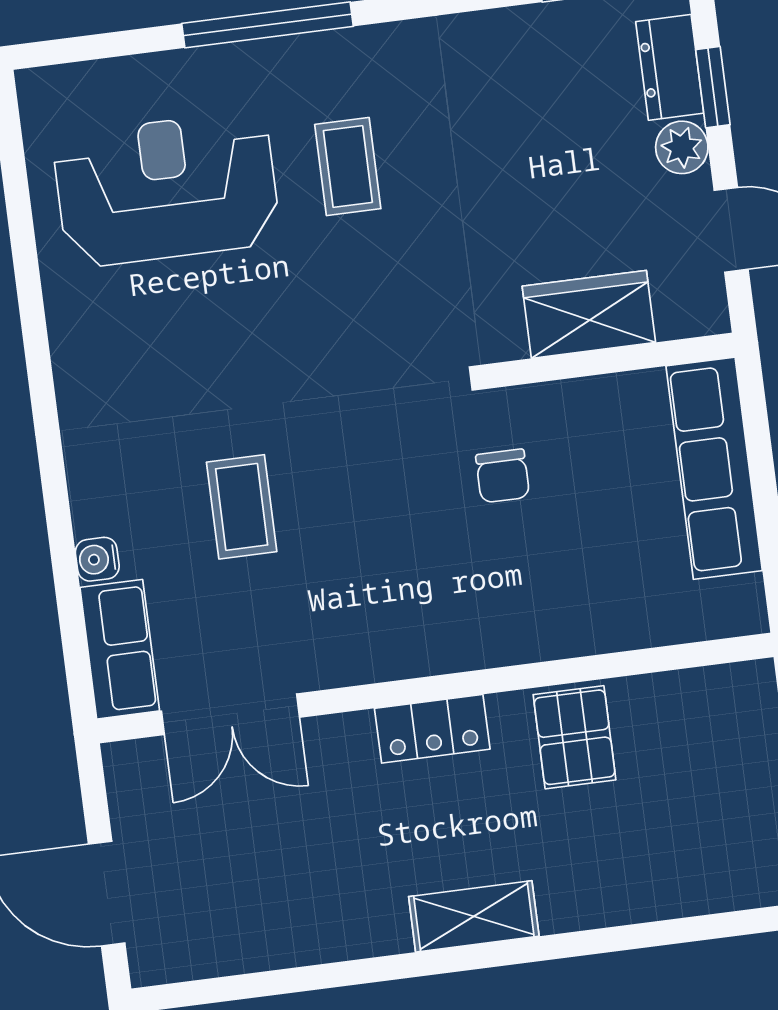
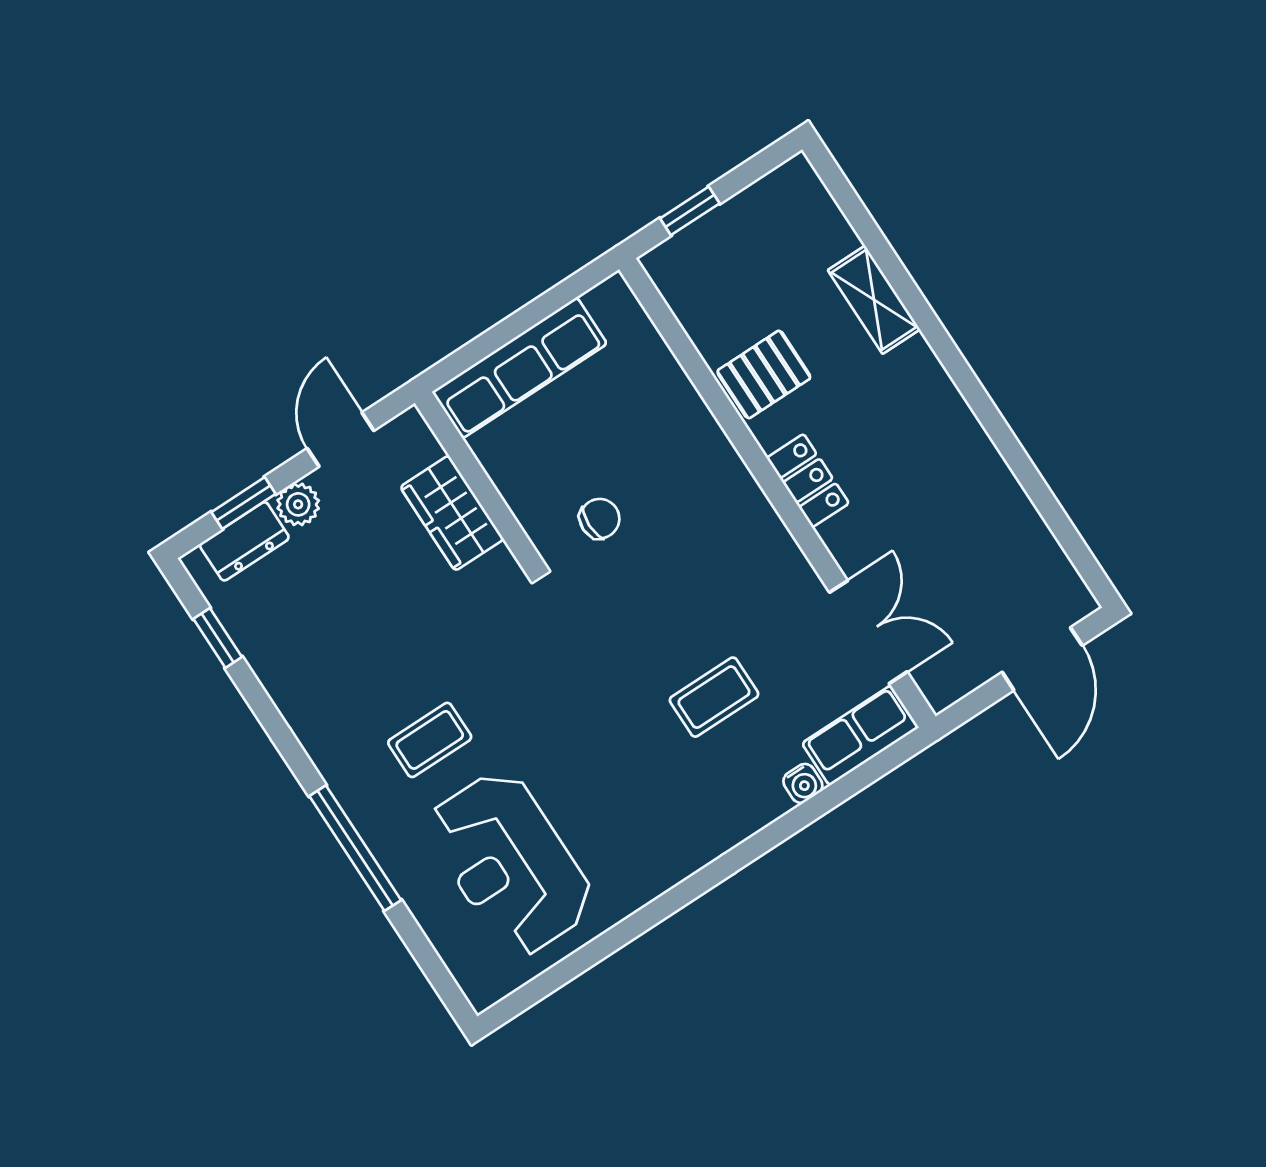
shelving: (474, 916) -> (874, 300), moved

